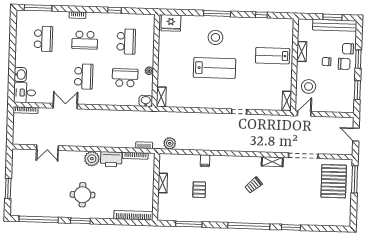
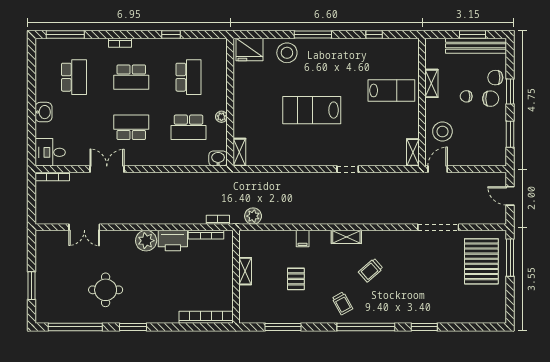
stool: (215, 37) -> (287, 53), moved
lab bench: (273, 56) -> (391, 90), turned 180
lab bench: (215, 68) -> (312, 110), turned 180
washbasin: (20, 75) -> (44, 112), moved
school desk: (84, 76) -> (131, 127), turned -90
school desk: (125, 78) -> (188, 127), turned 180
shelving: (272, 162) -> (346, 237), moved
round table: (82, 195) -> (106, 290), moved
trolley: (232, 208) -> (342, 303), added

